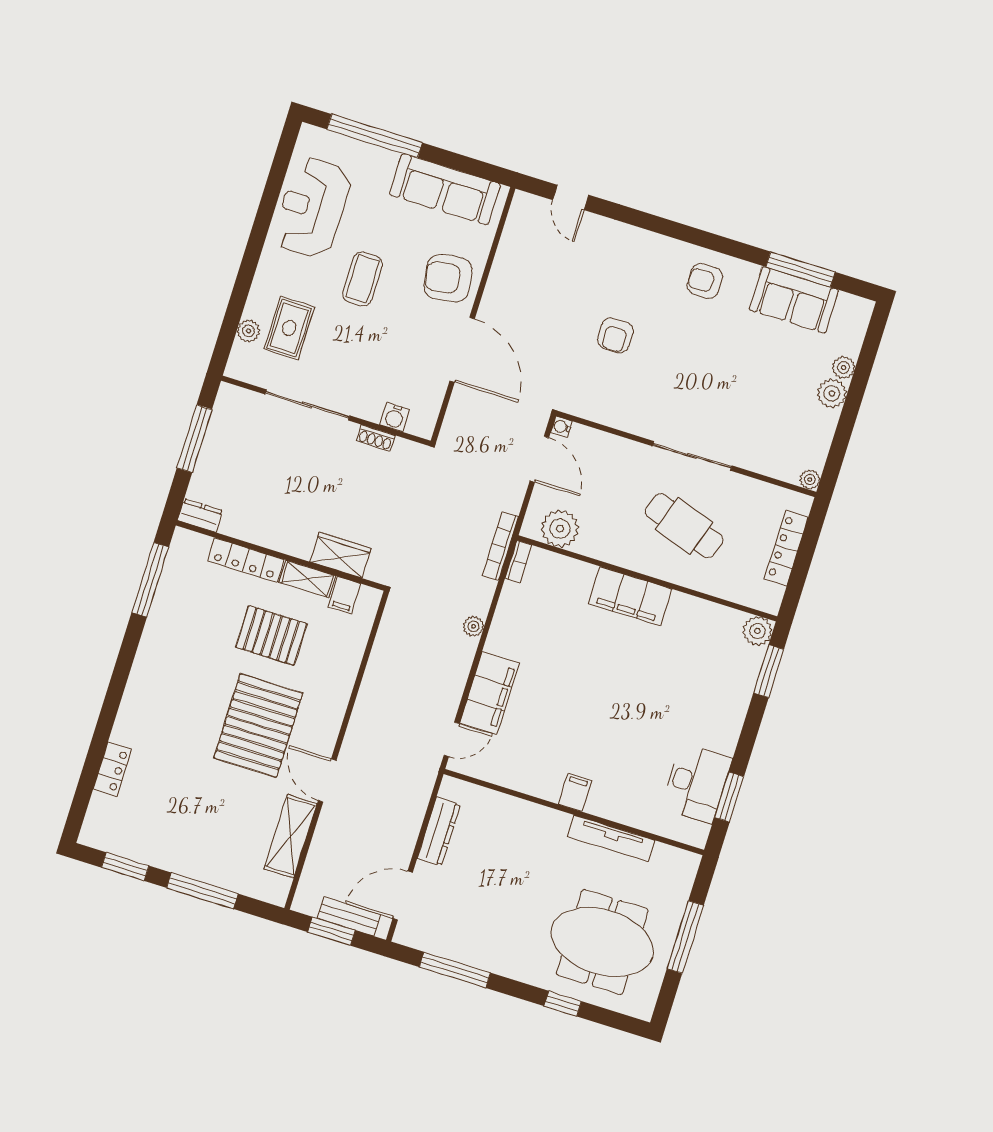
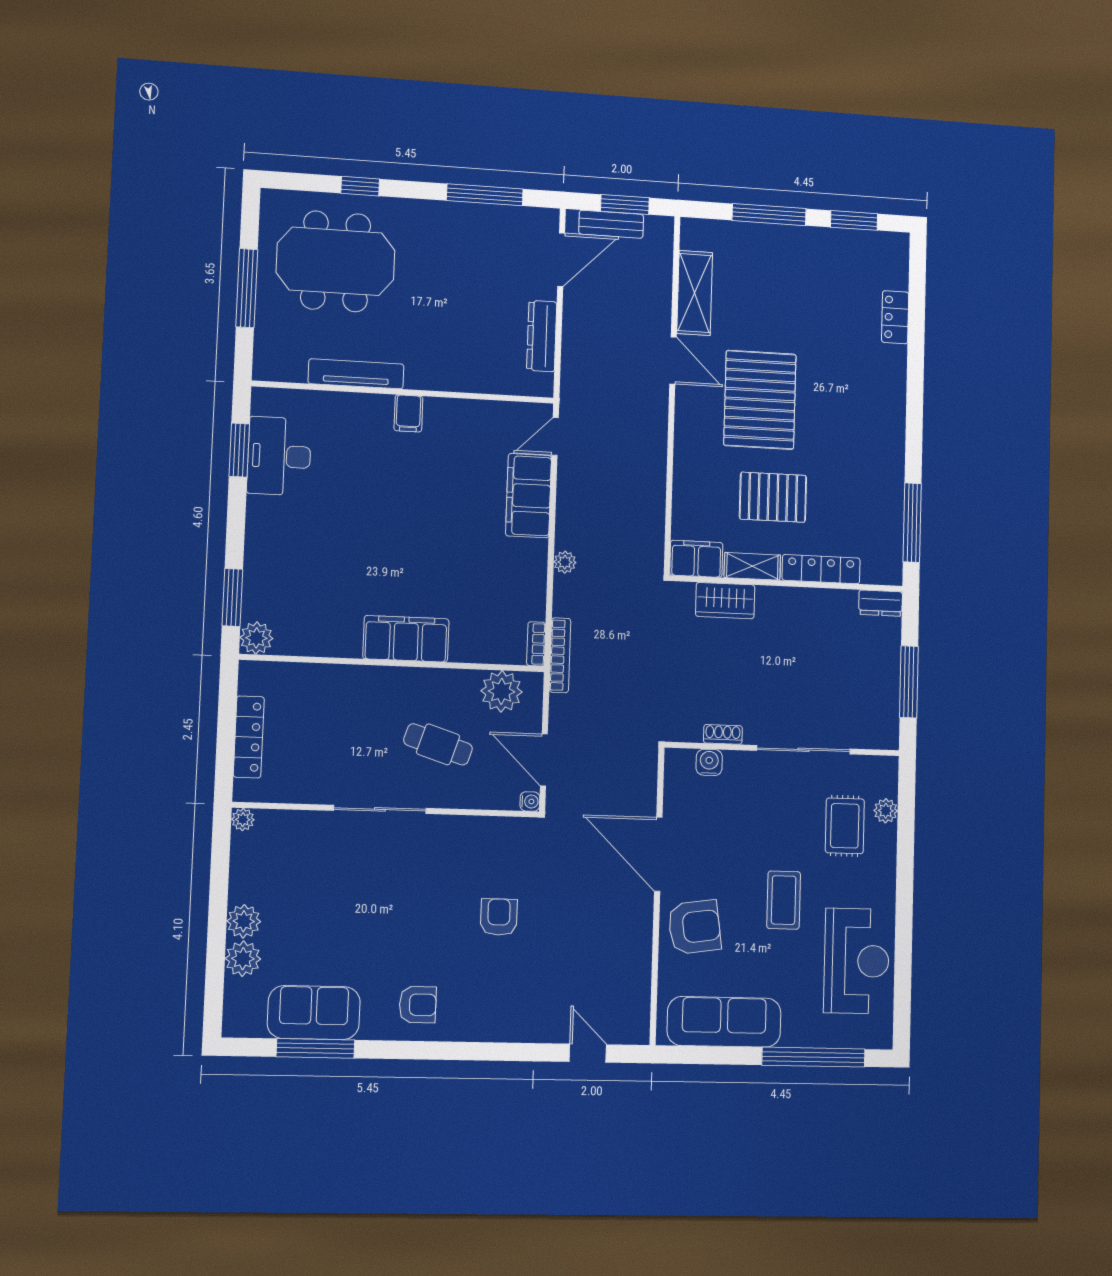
plant: (844, 367) -> (243, 959), width x1.38, depth x1.38
cafe table: (684, 526) -> (438, 744), moved, width x0.73, depth x0.74
filing cabinet: (344, 595) -> (696, 559), width x2.00

